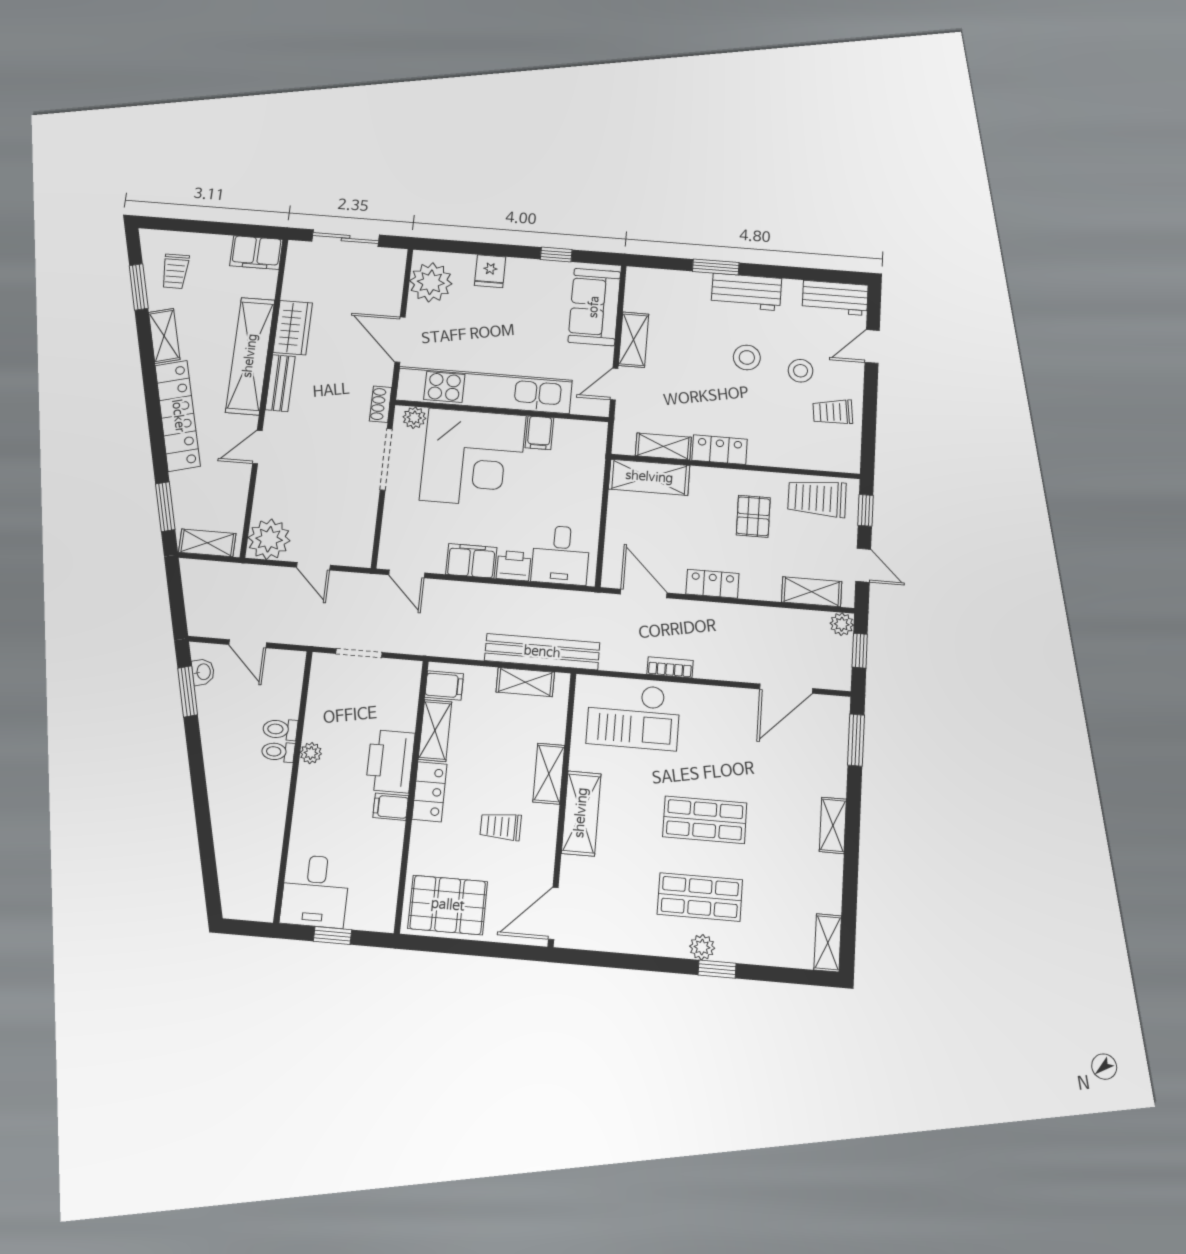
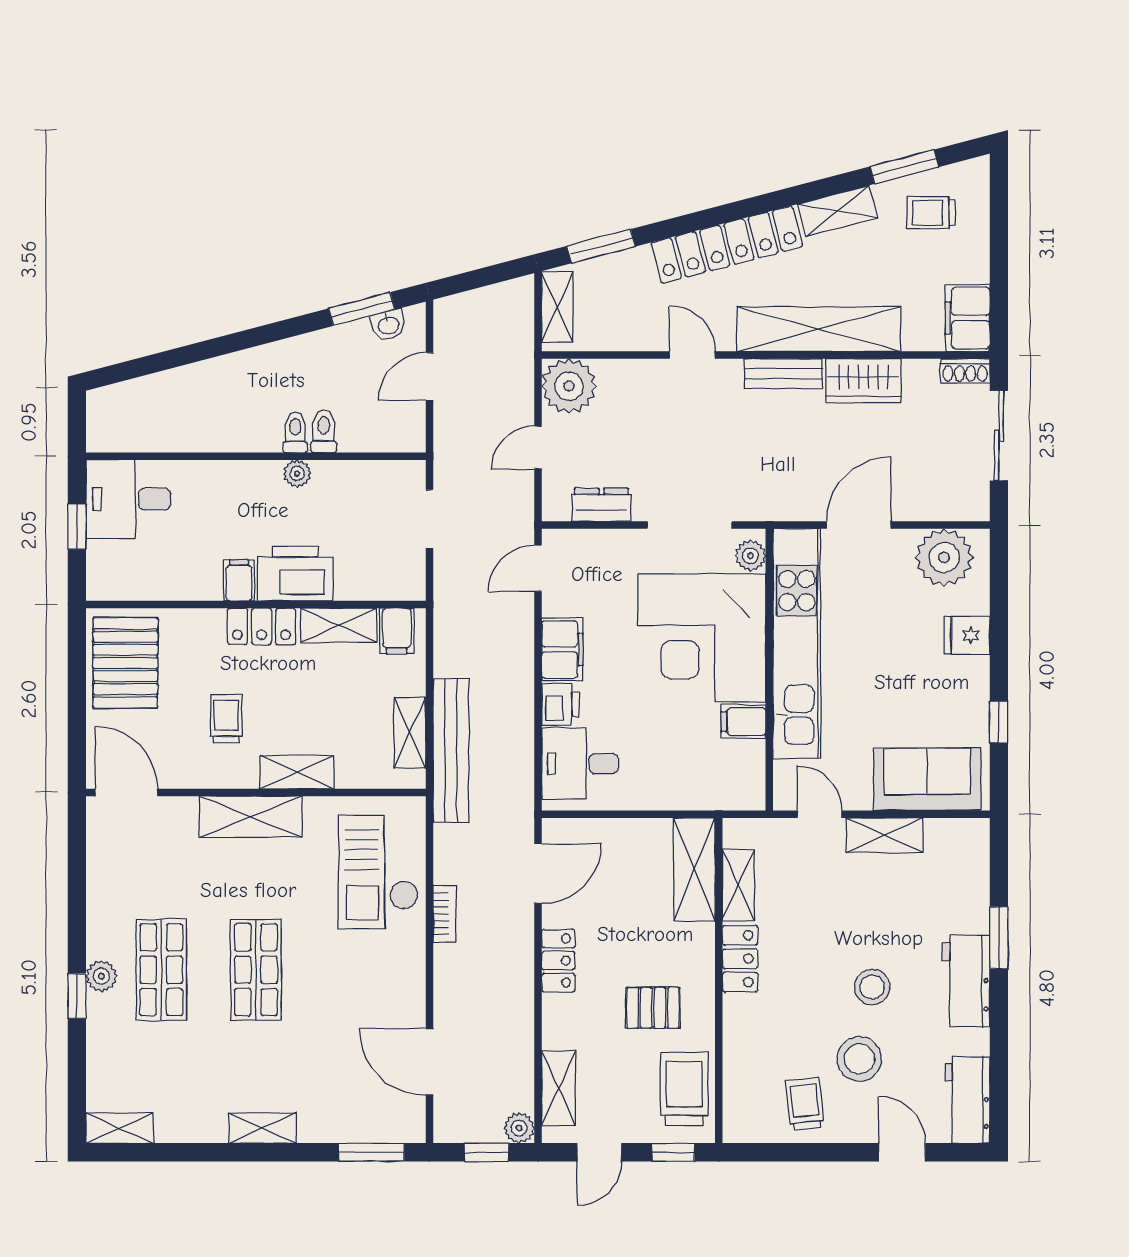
stool: (801, 371) -> (859, 1059), width x1.38, depth x1.38
shoe rack: (381, 404) -> (965, 371), moved, turned 180
dresser: (363, 523) -> (601, 505), added

